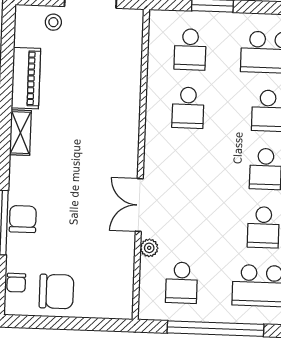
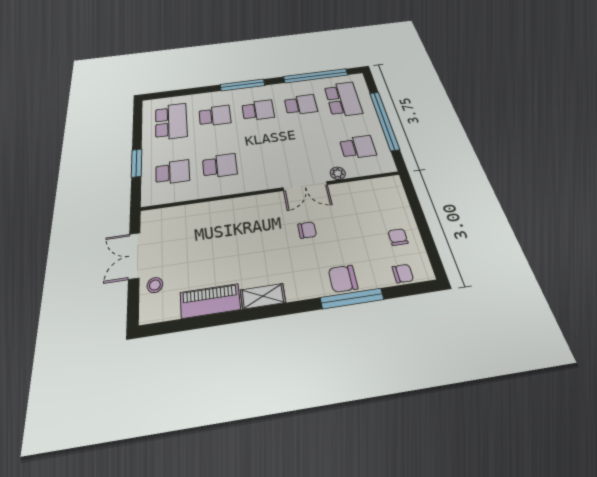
chair: (84, 194) -> (307, 230), added
chair: (56, 291) -> (398, 237), width x0.54, depth x0.54

